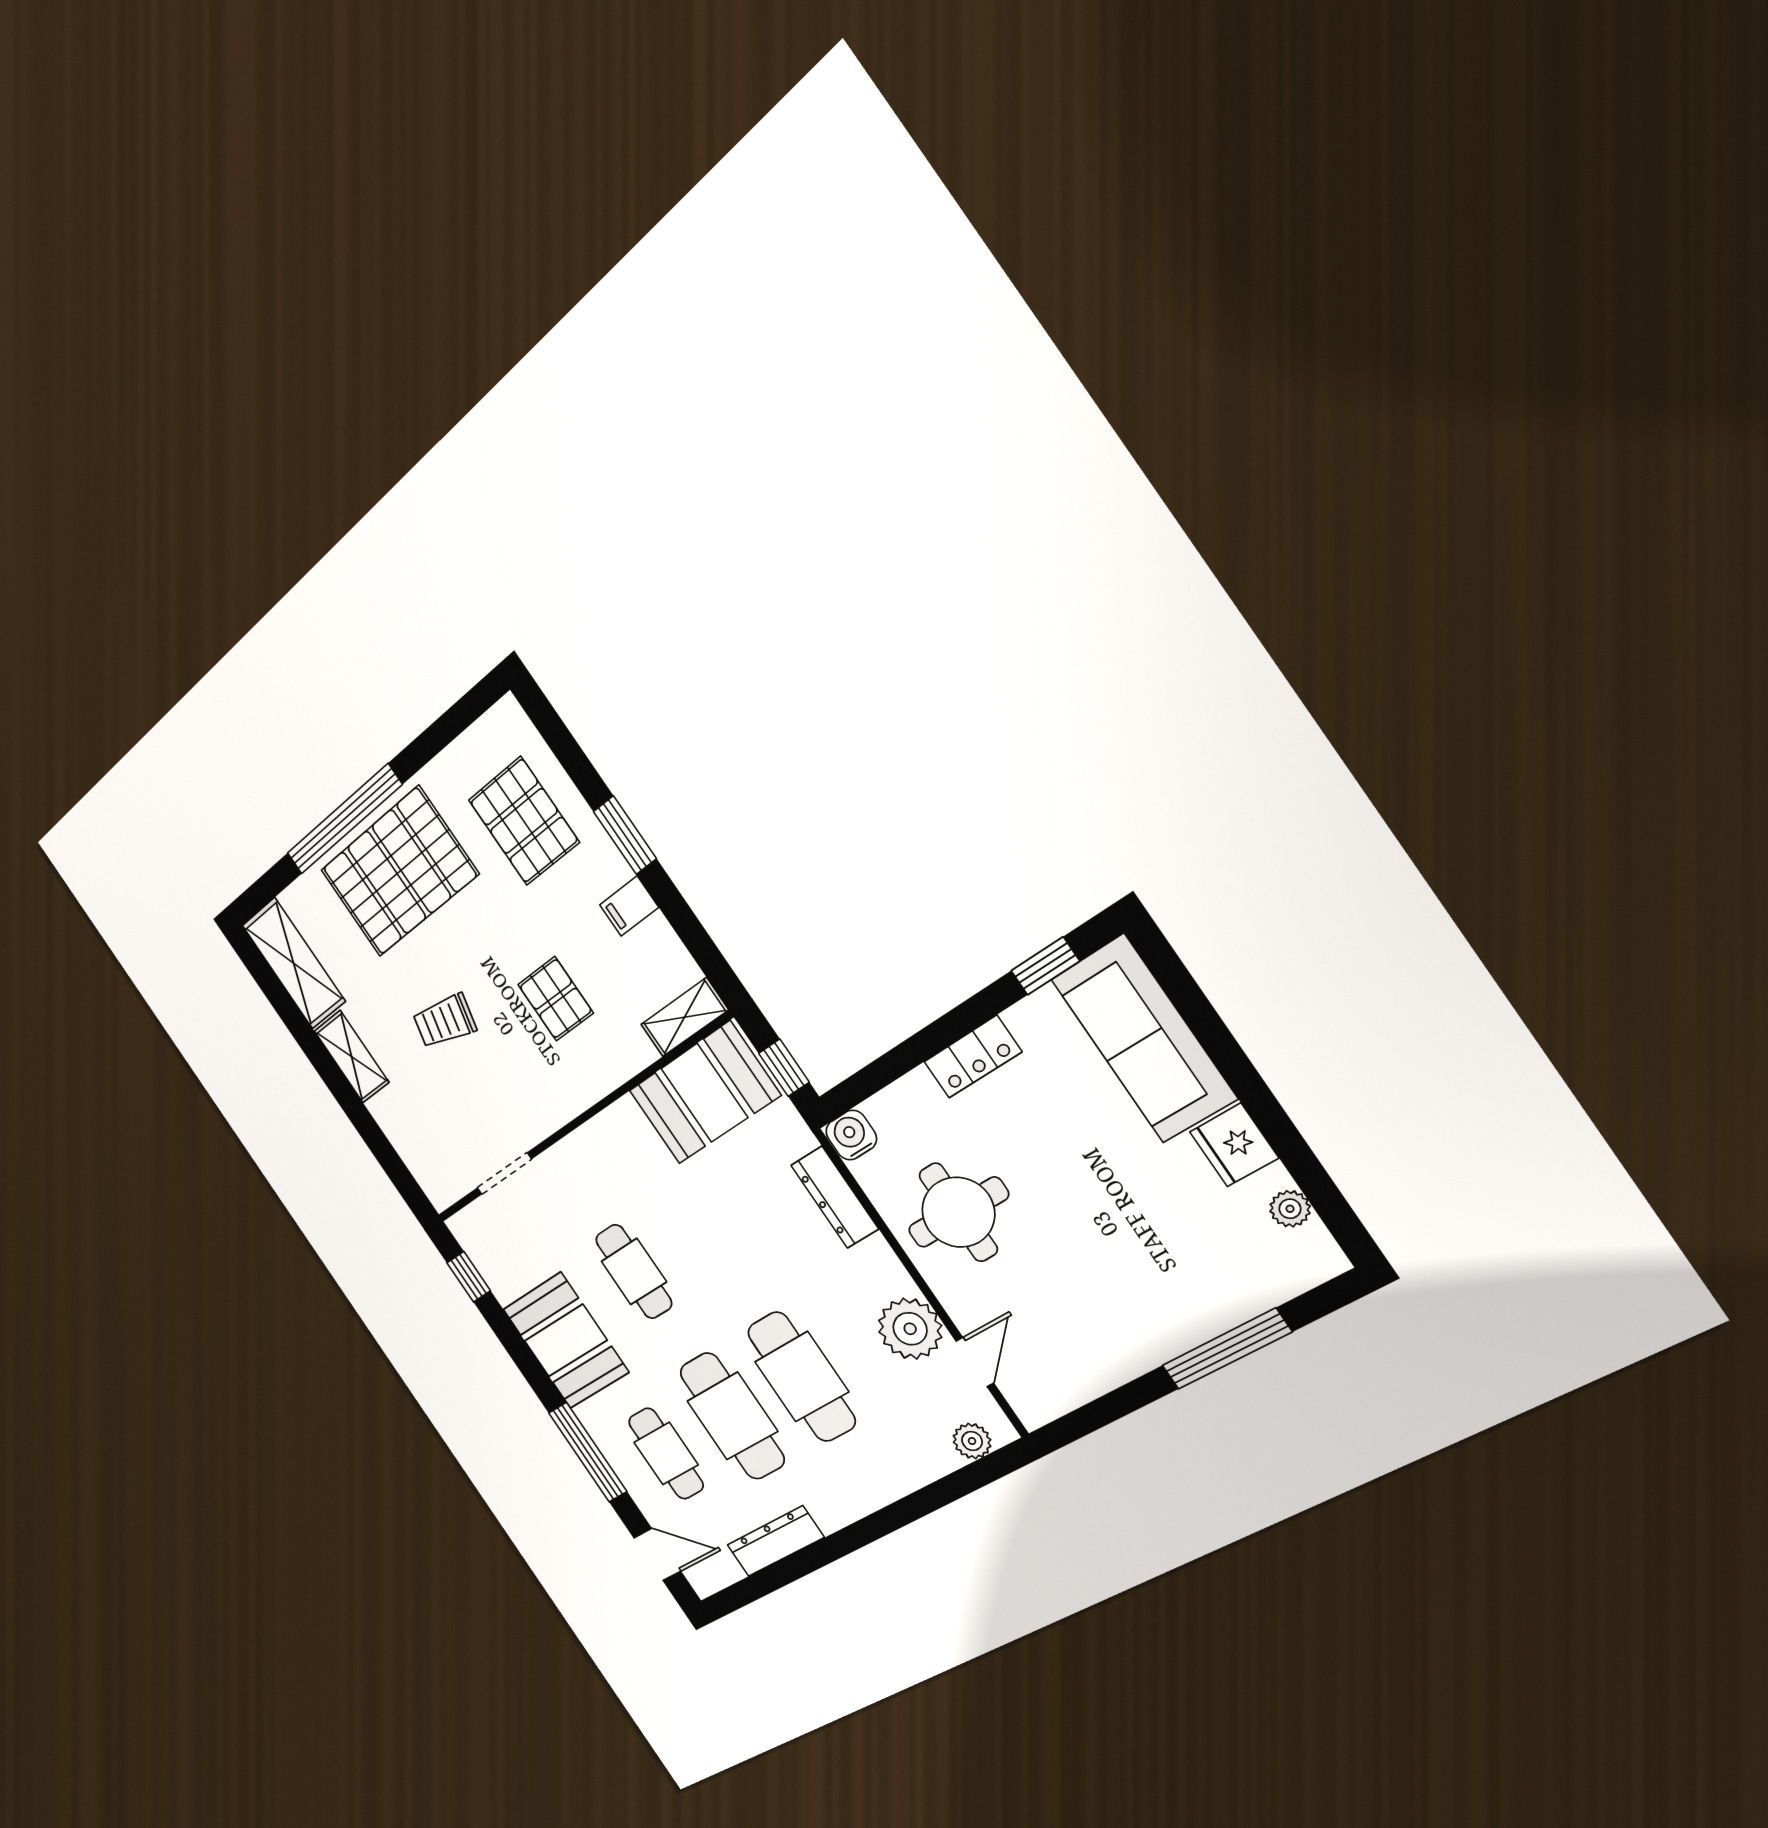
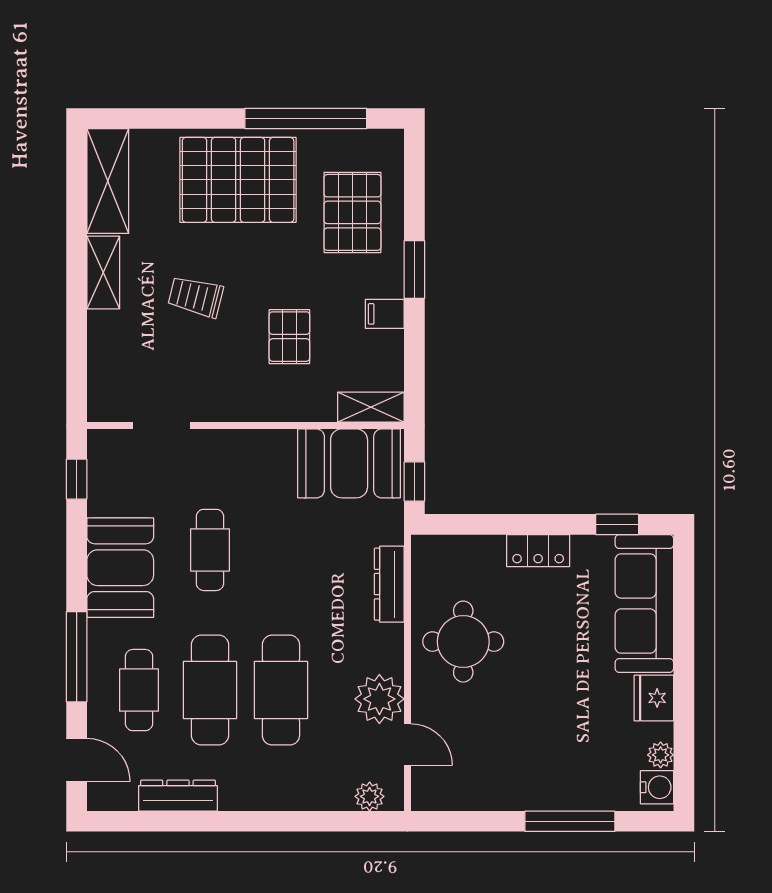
window: (344, 819) -> (306, 119), moved
water cooler: (851, 1135) -> (657, 787), moved, turned 90
door: (975, 1362) -> (408, 745), hinge flipped

